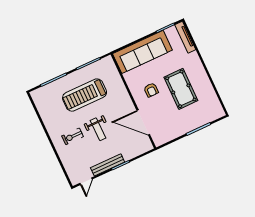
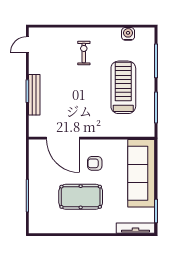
water cooler: (43, 110) -> (128, 34), added
door: (143, 122) -> (63, 138), swing flipped
weight bench: (98, 129) -> (79, 85), removed
bench: (108, 165) -> (34, 95), moved
door: (86, 181) -> (27, 45), hinge flipped

